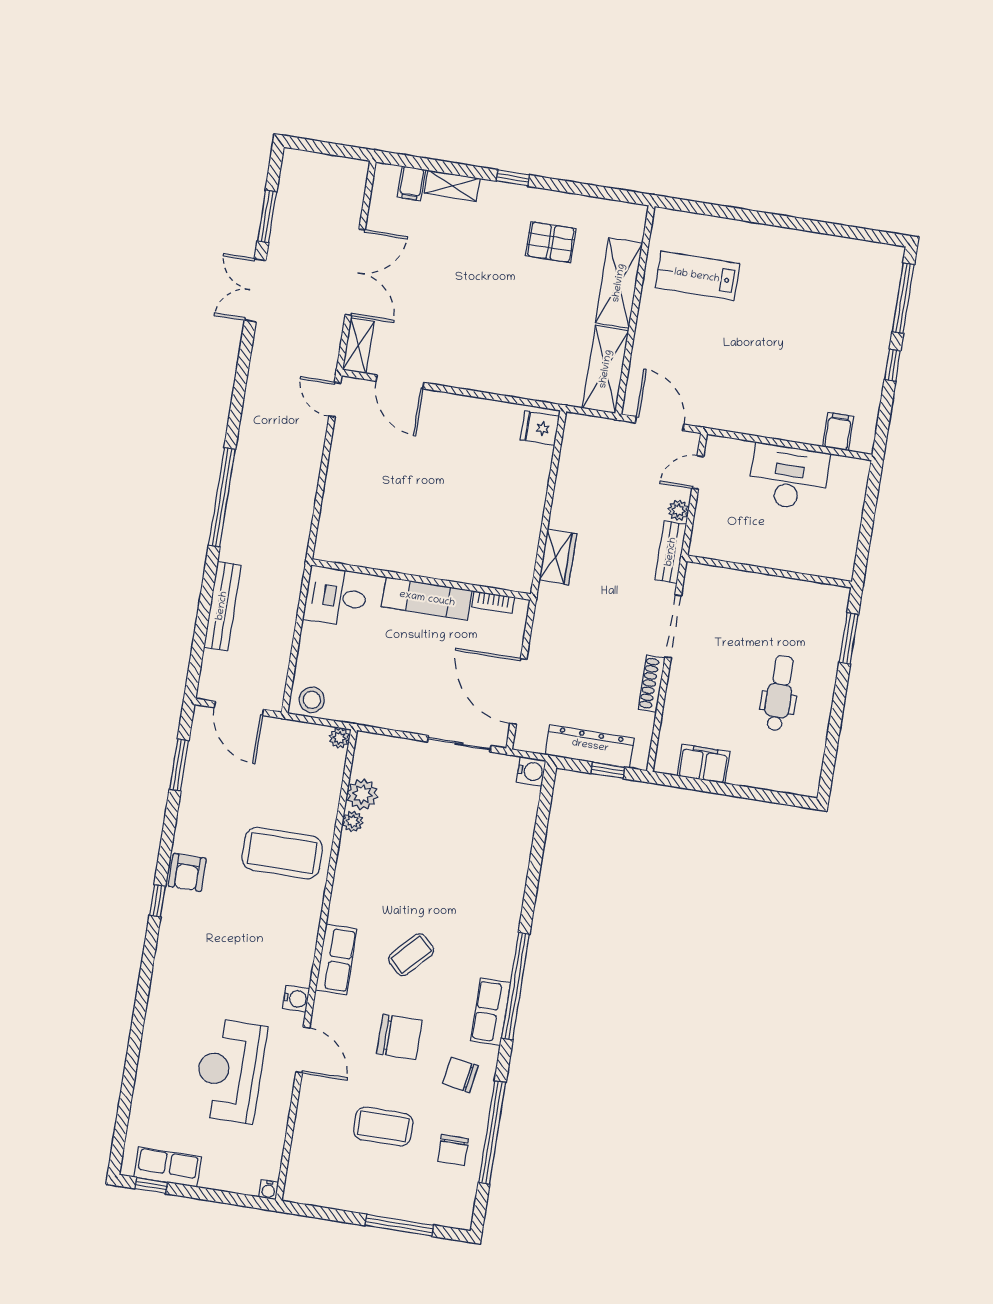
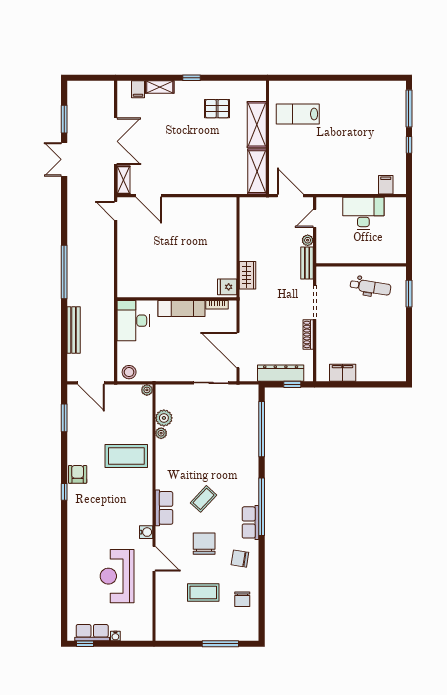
fridge: (540, 428) -> (227, 287), moved
desk: (336, 596) -> (133, 321), width x1.37
dental chair: (779, 693) -> (370, 287), moved, turned 99
water cooler: (531, 771) -> (252, 391), removed
armchair: (187, 872) -> (78, 474), turned 180
chair: (399, 1037) -> (204, 544), turned -90
window: (492, 1133) -> (262, 429), moved
water cooler: (269, 1190) -> (115, 636), moved

